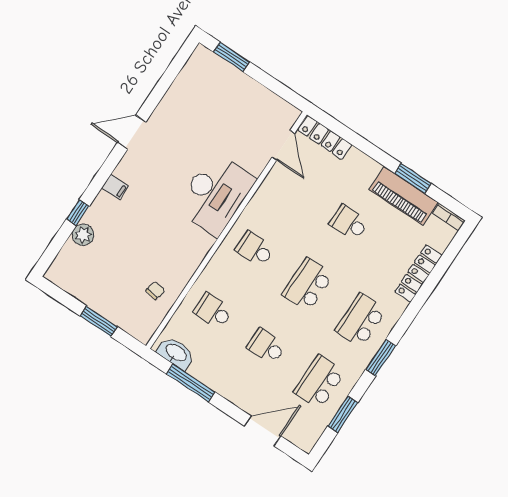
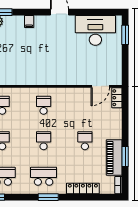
locker: (325, 137) -> (117, 98), width x0.66
desk: (215, 194) -> (95, 30), moved, turned 180
school desk: (308, 285) -> (44, 141), width x0.54
window: (381, 358) -> (48, 197), moved

